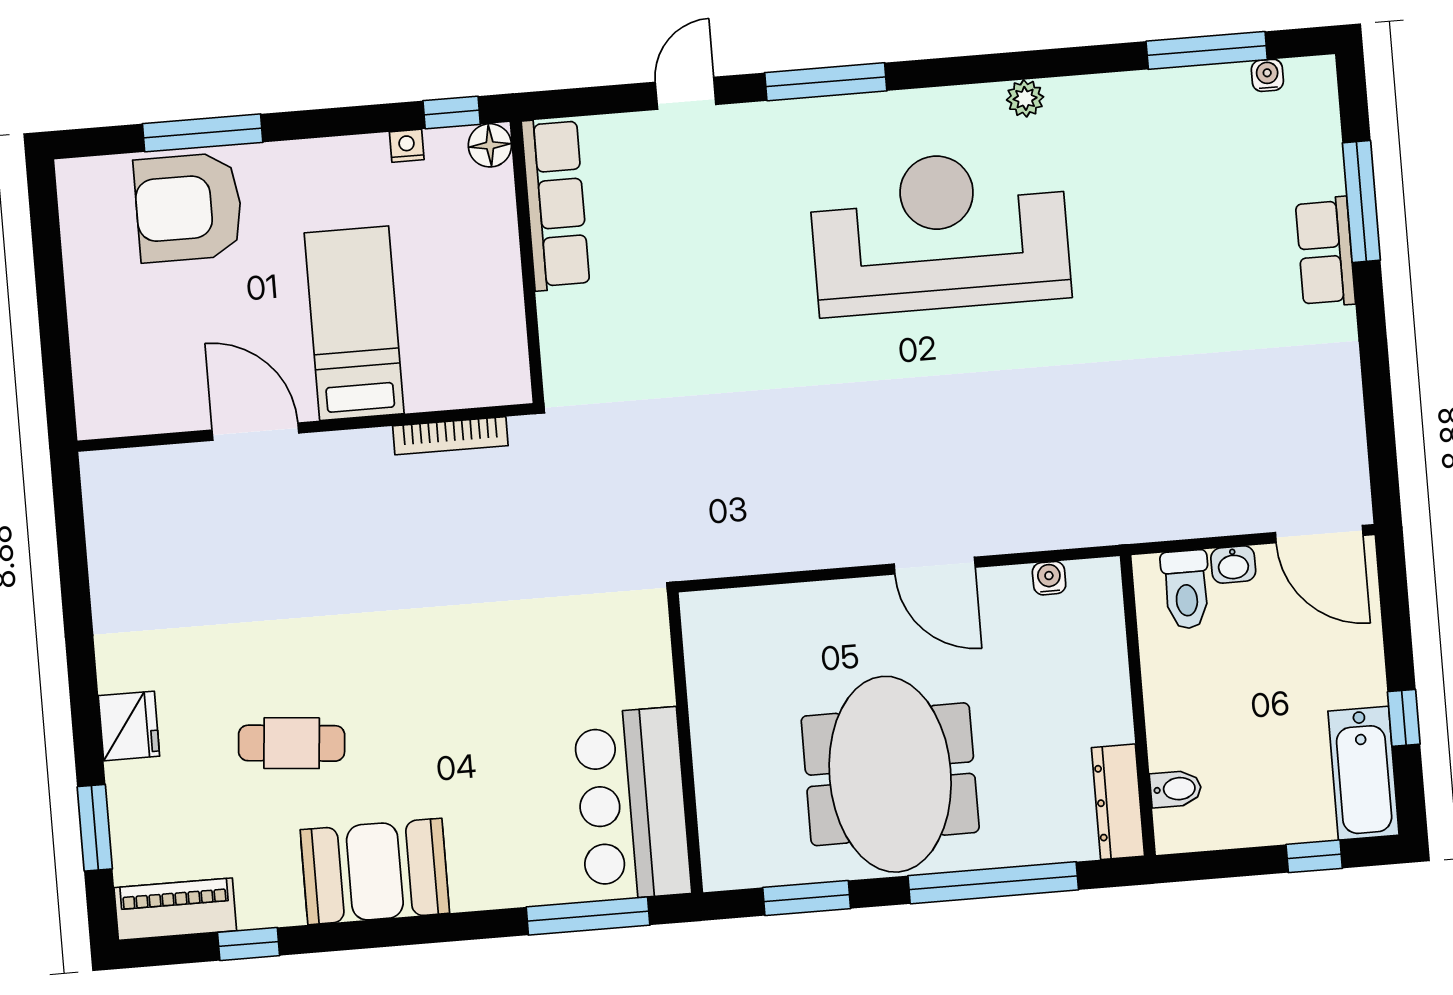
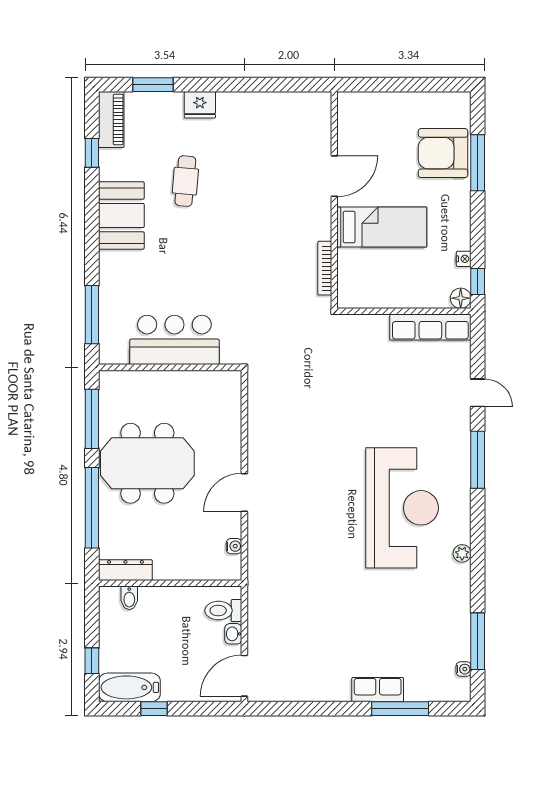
armchair: (188, 207) -> (443, 153), turned -90
bar counter: (632, 804) -> (174, 340), moved
window: (807, 898) -> (92, 419), width x1.44

